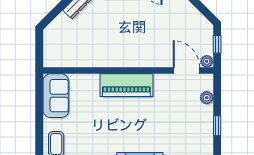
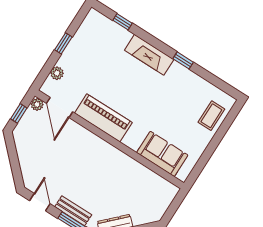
piano: (126, 85) -> (103, 118), moved
sofa: (56, 96) -> (162, 154), moved, turned 90

